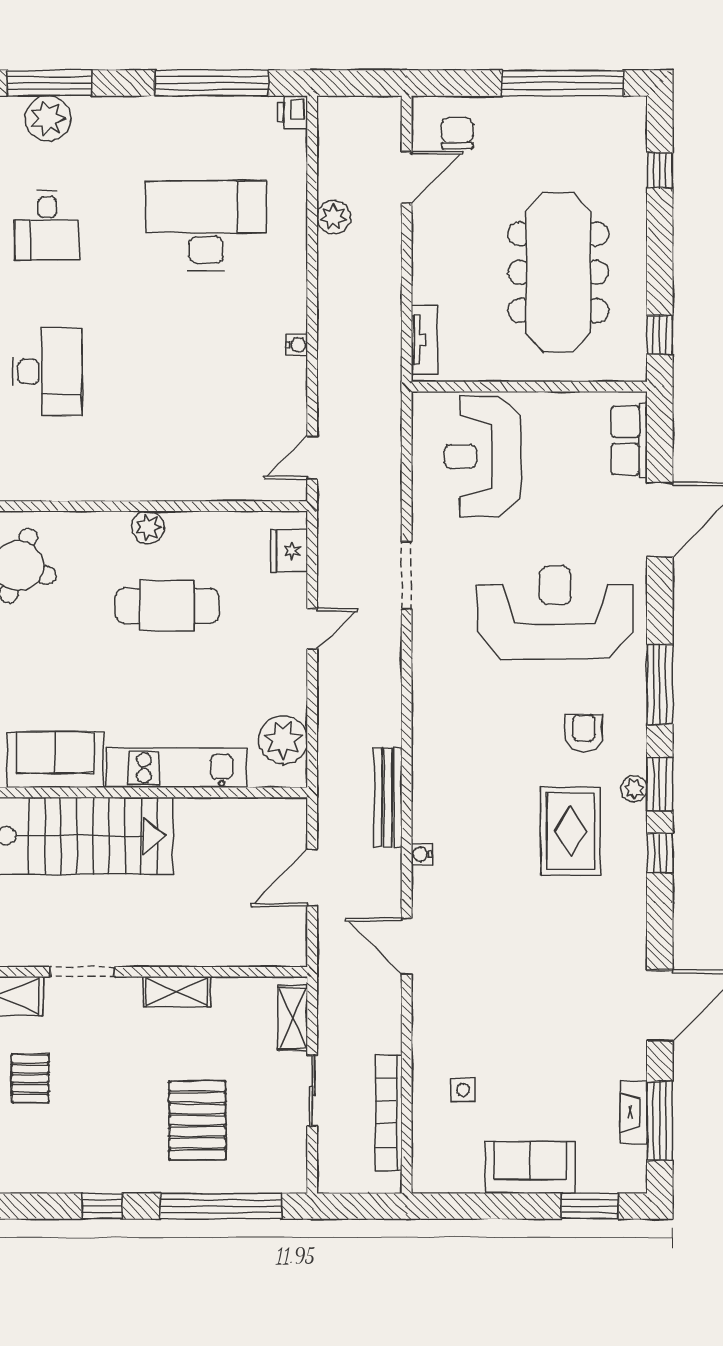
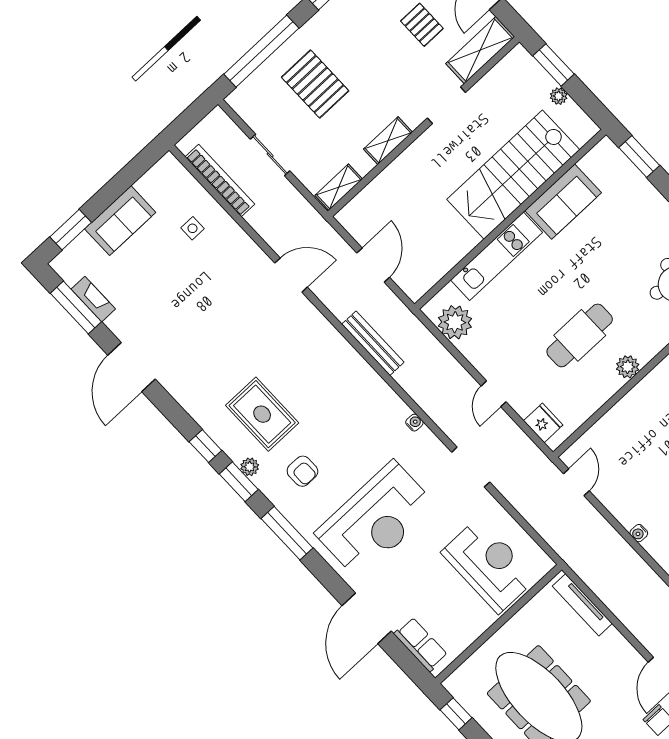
tv unit: (424, 340) -> (582, 605), width x1.41
water cooler: (422, 854) -> (414, 423), moved
shelving: (293, 1018) -> (339, 187), moved, turned 90

